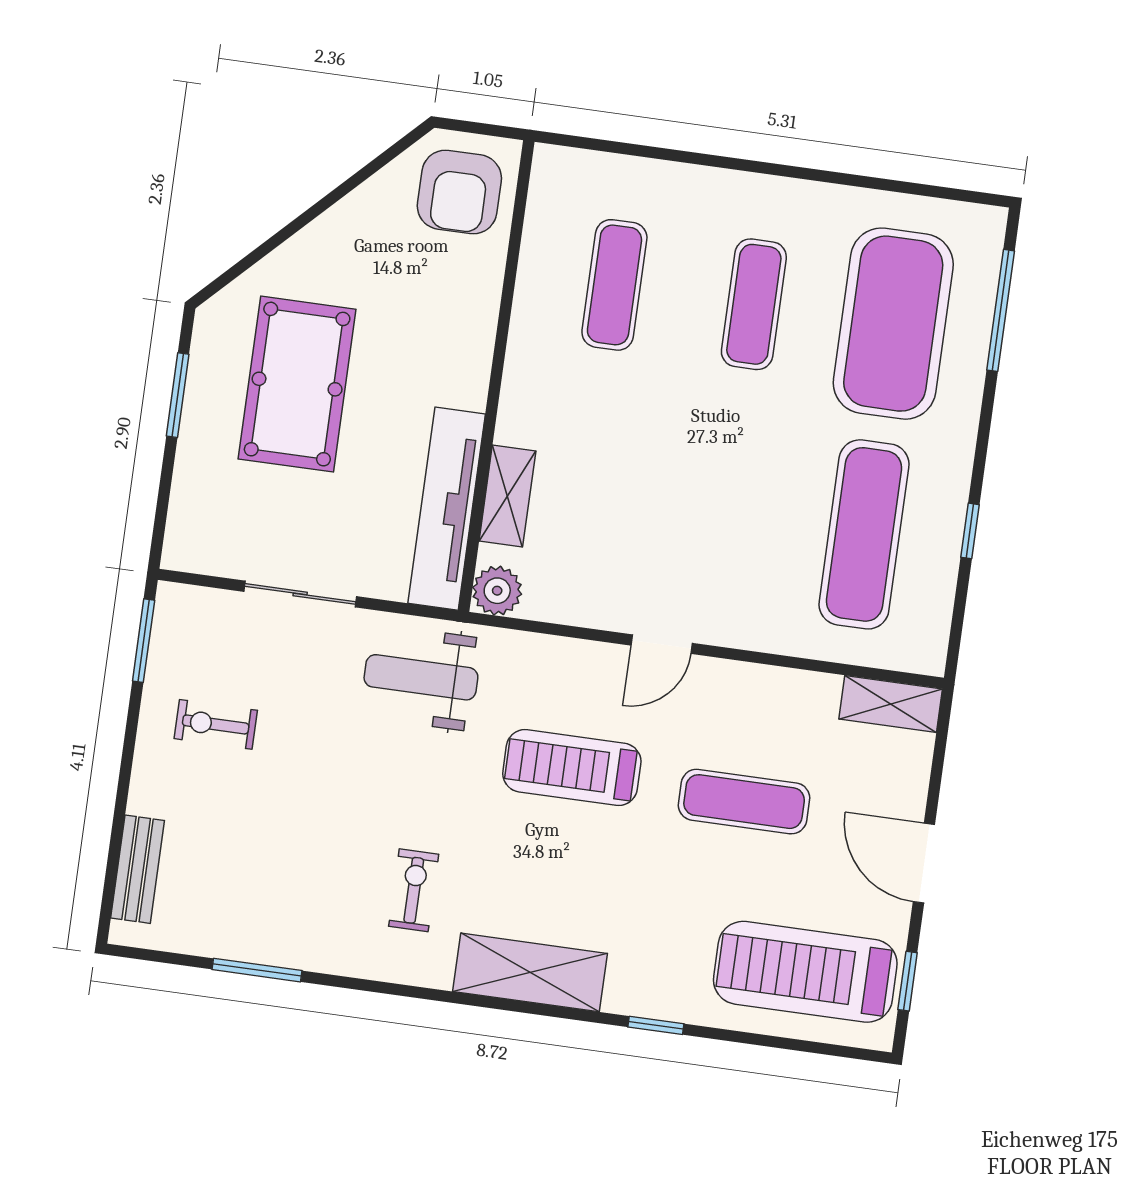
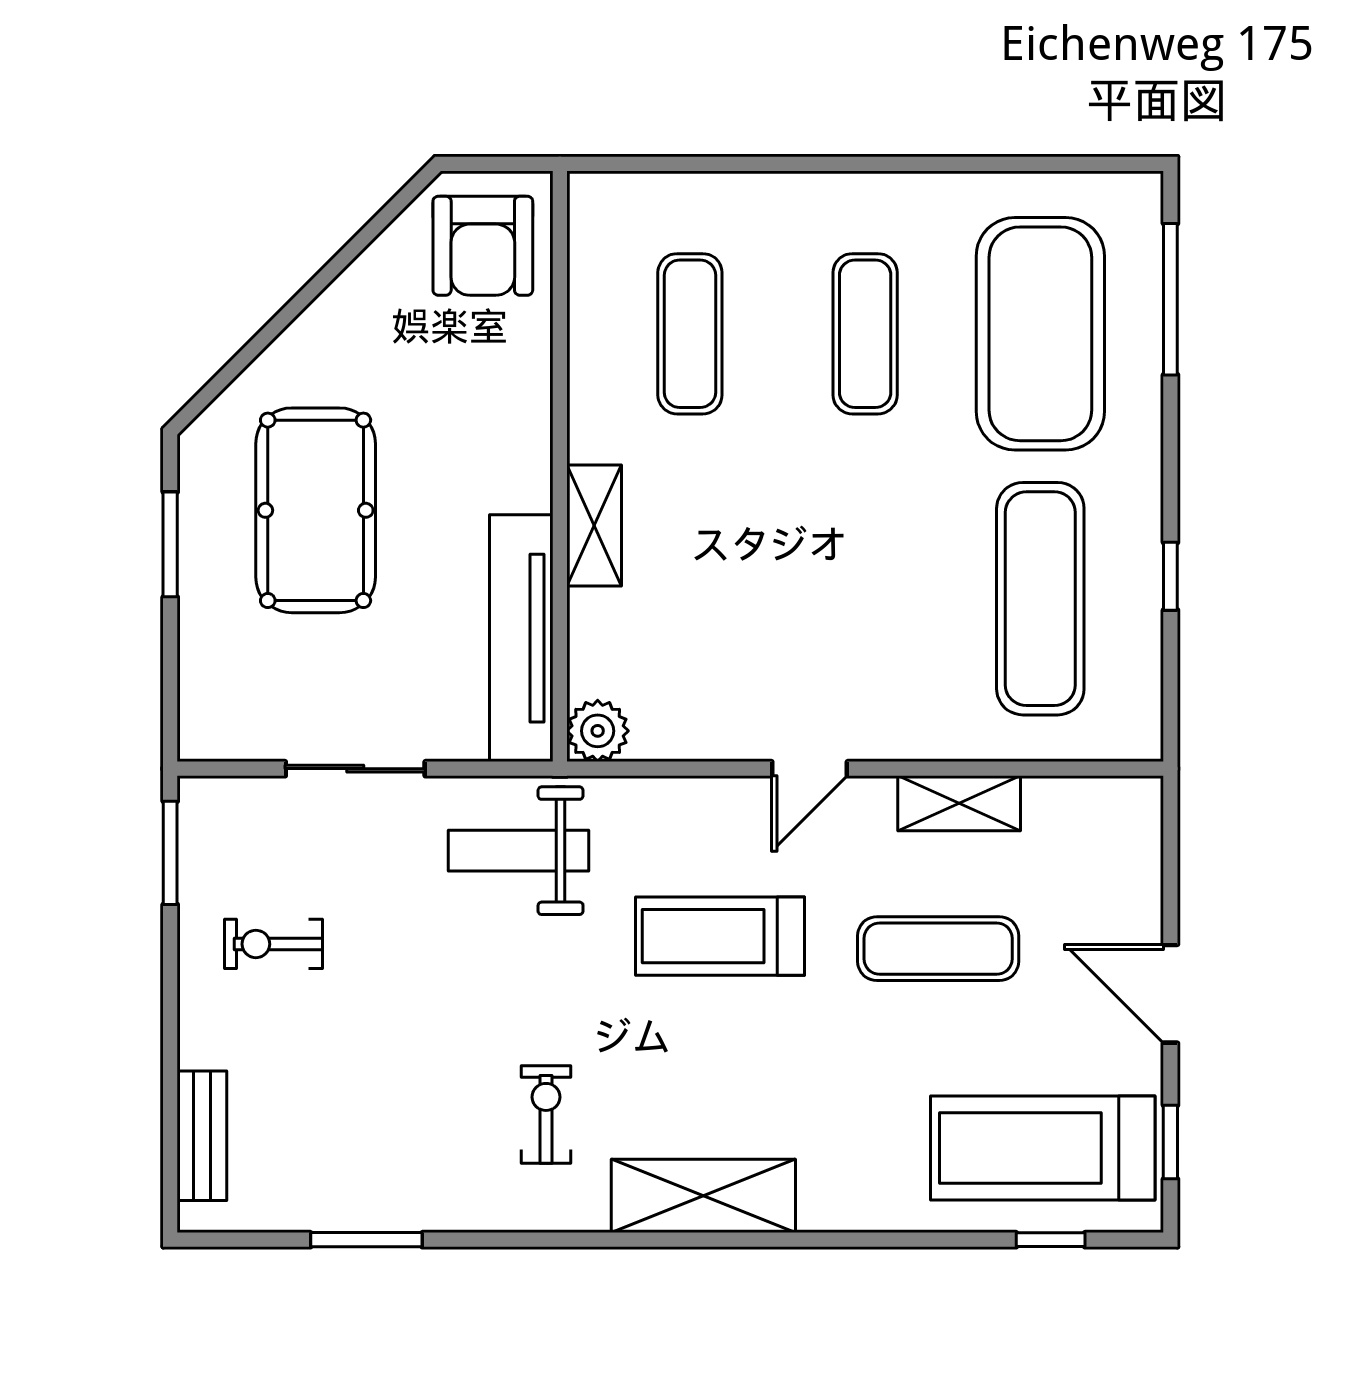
shelving: (507, 496) -> (594, 526), moved
shelving: (891, 704) -> (959, 803), moved
window: (656, 1025) -> (1051, 1240), moved

